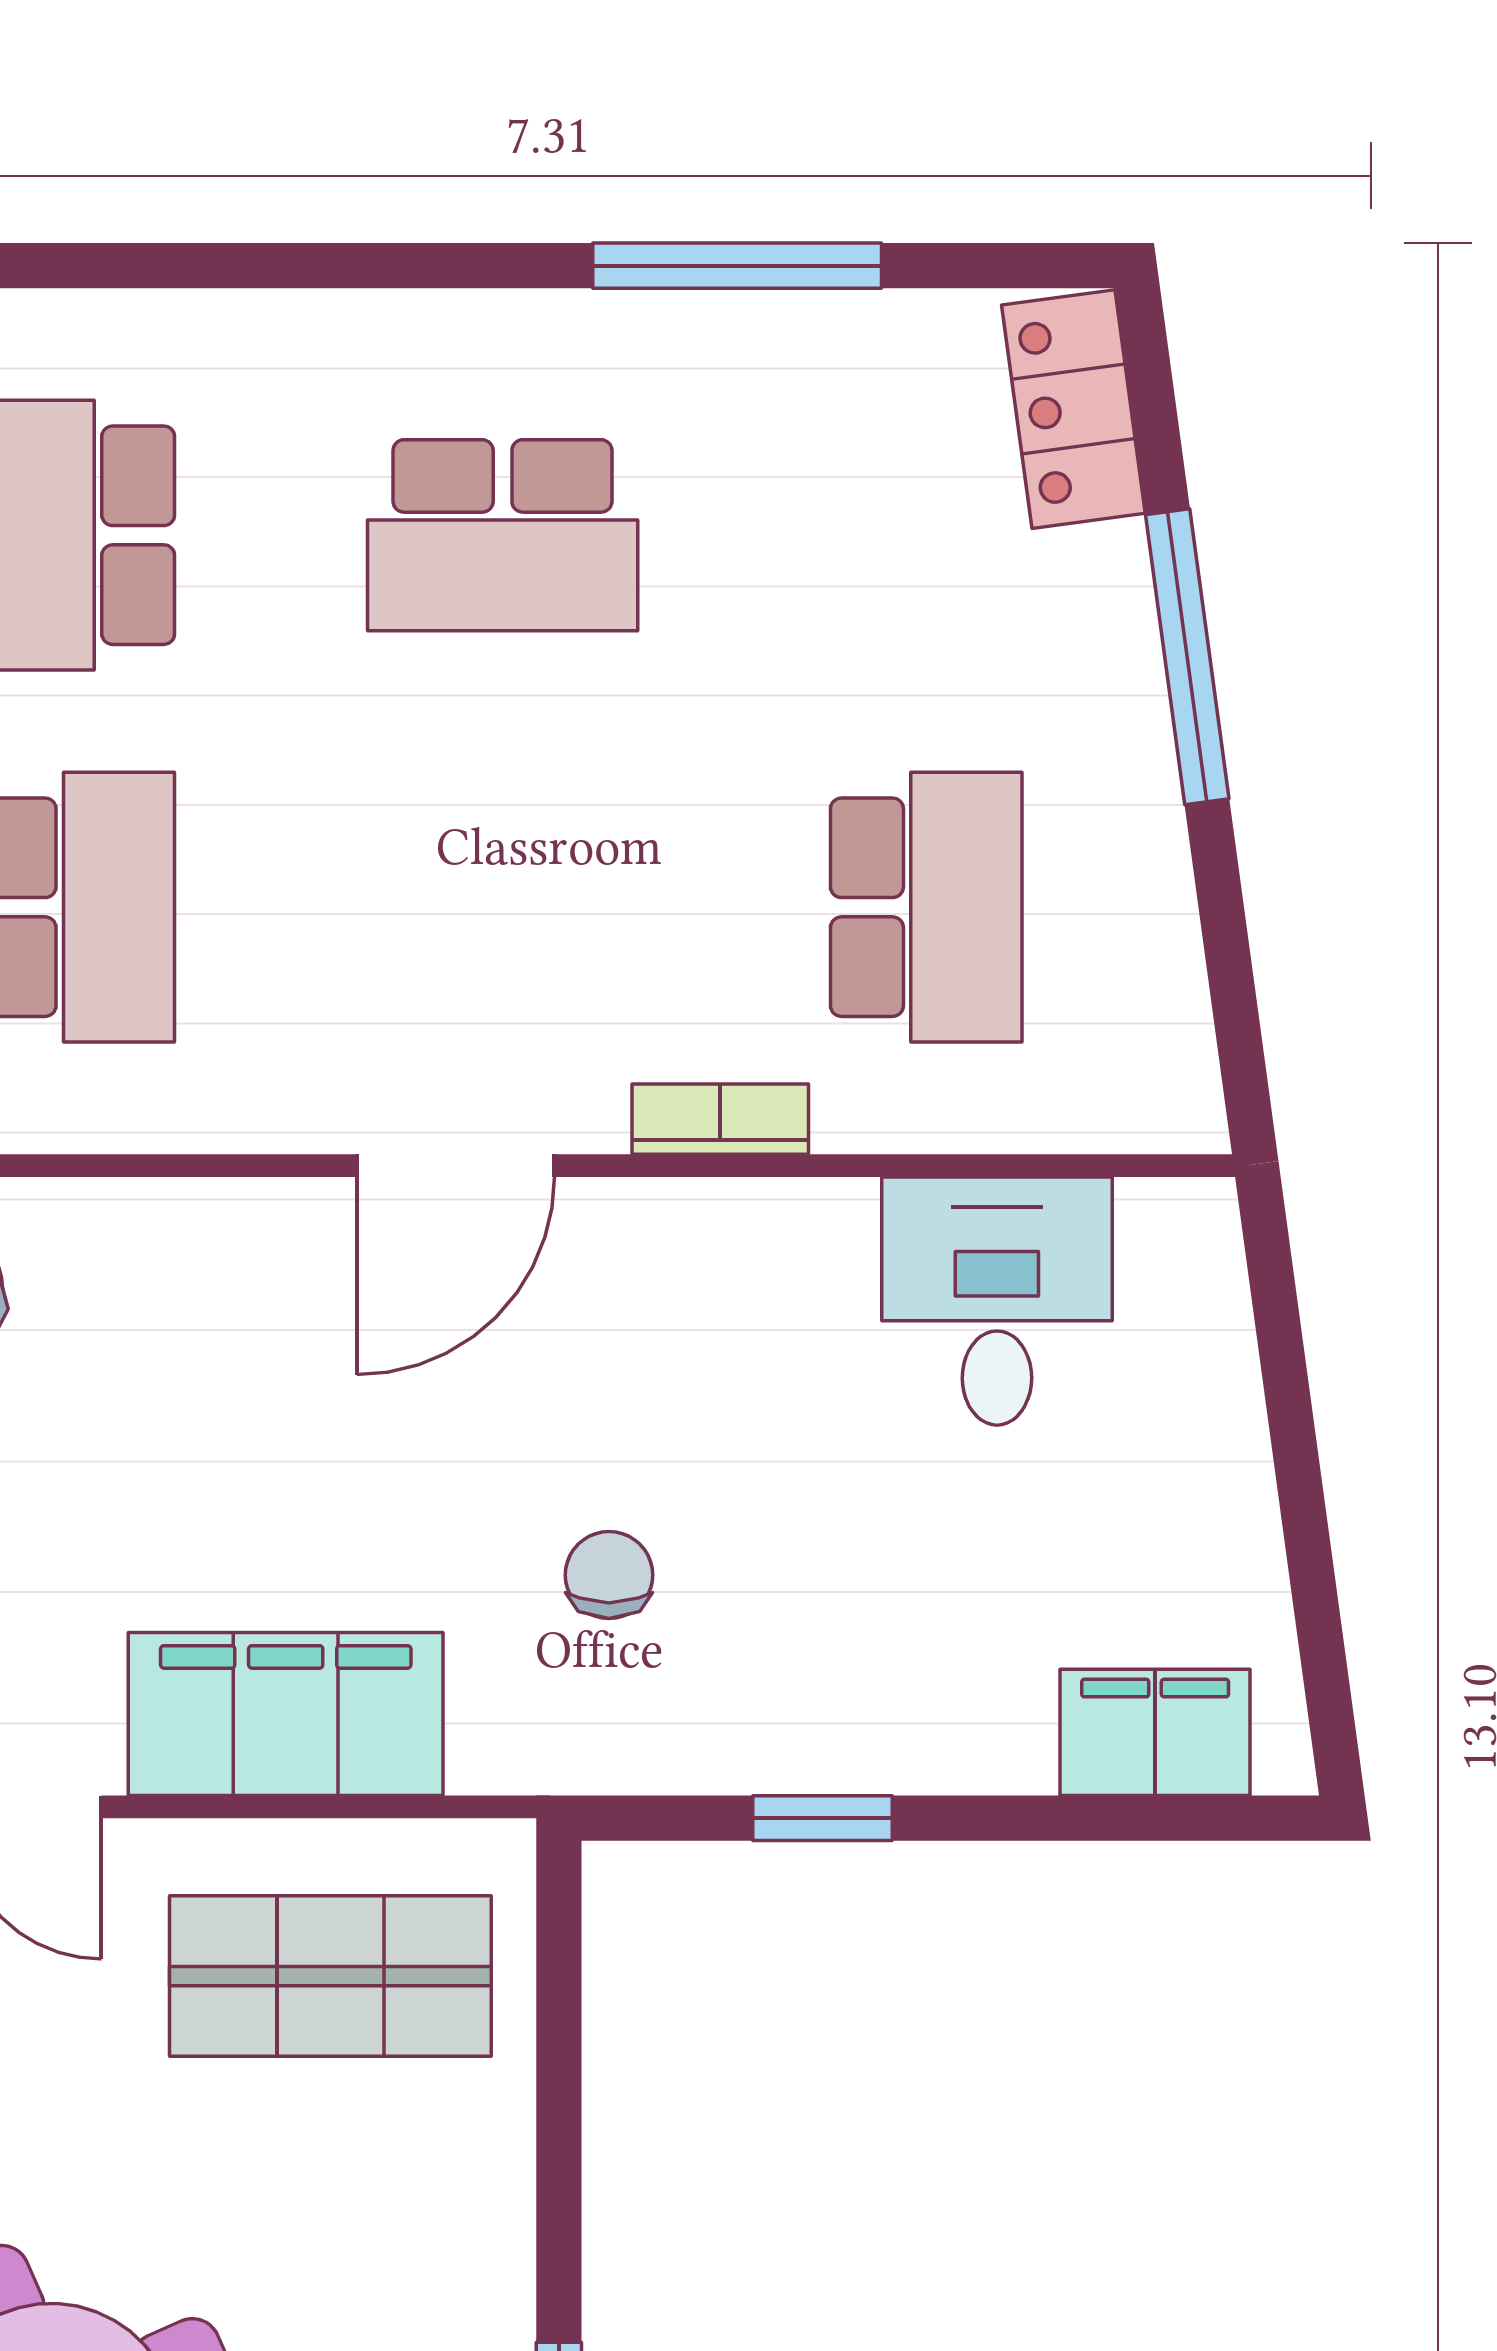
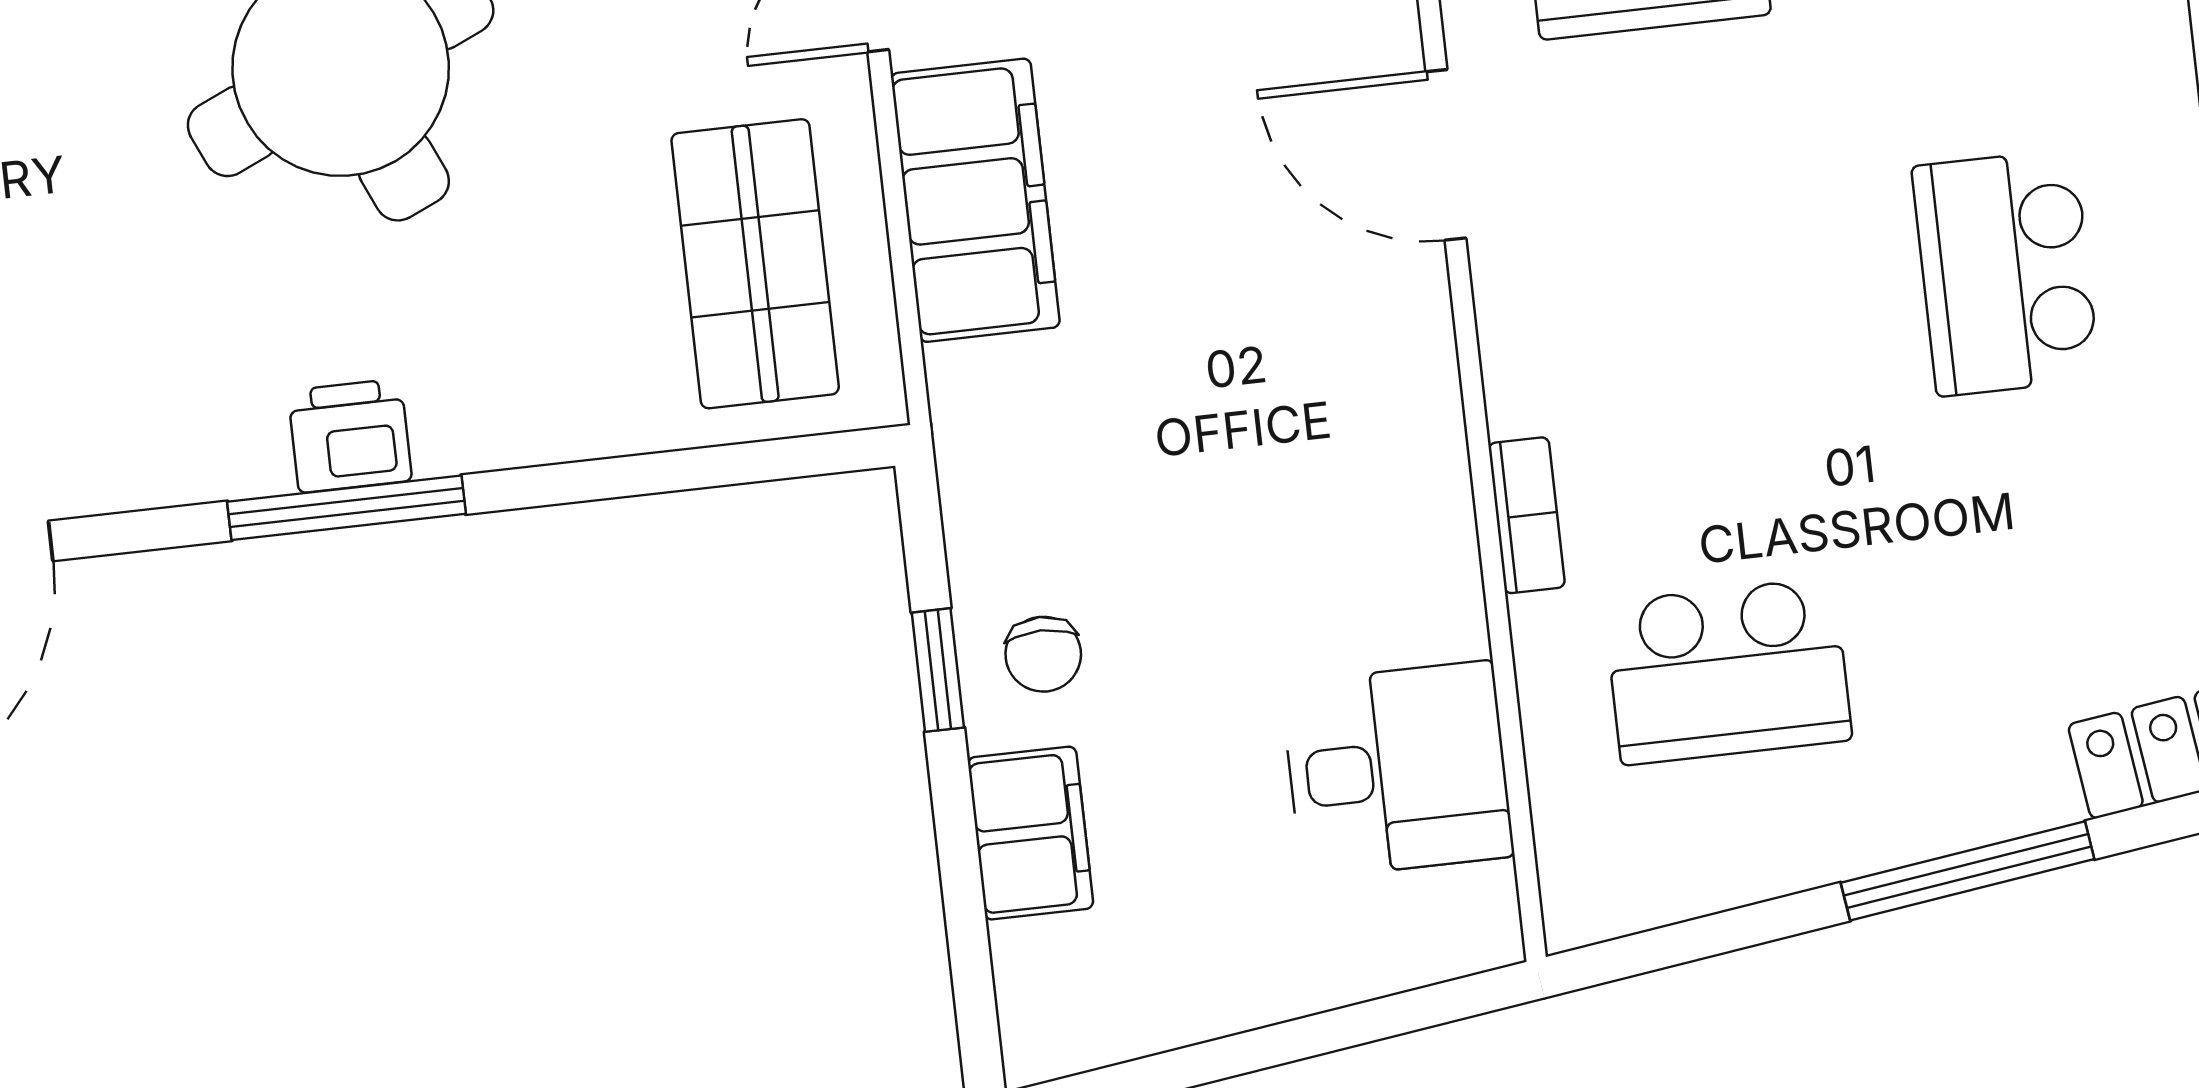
door: (455, 1166) -> (1446, 155), moved
chair: (609, 1575) -> (1043, 654), moved, turned 90
filing cabinet: (1155, 1732) -> (1030, 833), moved

